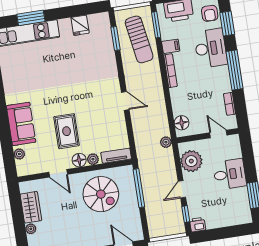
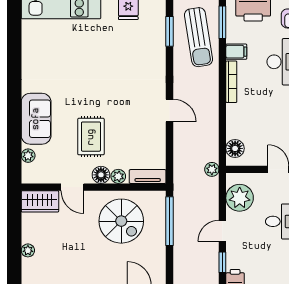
wardrobe: (31, 207) -> (40, 201), moved, turned 90

